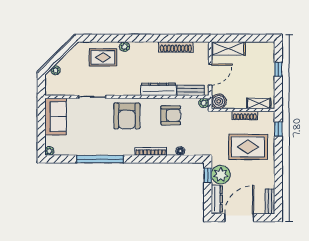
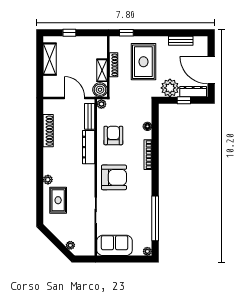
shelving: (228, 49) -> (50, 59), moved
shelving: (259, 103) -> (102, 70), moved
window: (100, 159) -> (155, 218), moved
window: (208, 175) -> (184, 100), moved
bench: (270, 201) -> (181, 41), moved

